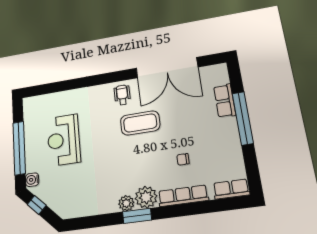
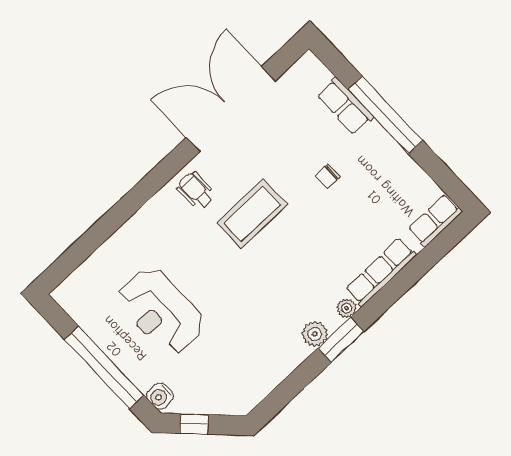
double door: (167, 68) -> (231, 109), swing flipped
chair: (183, 159) -> (328, 176), moved
plant: (146, 197) -> (347, 308), width x0.53, depth x0.53

